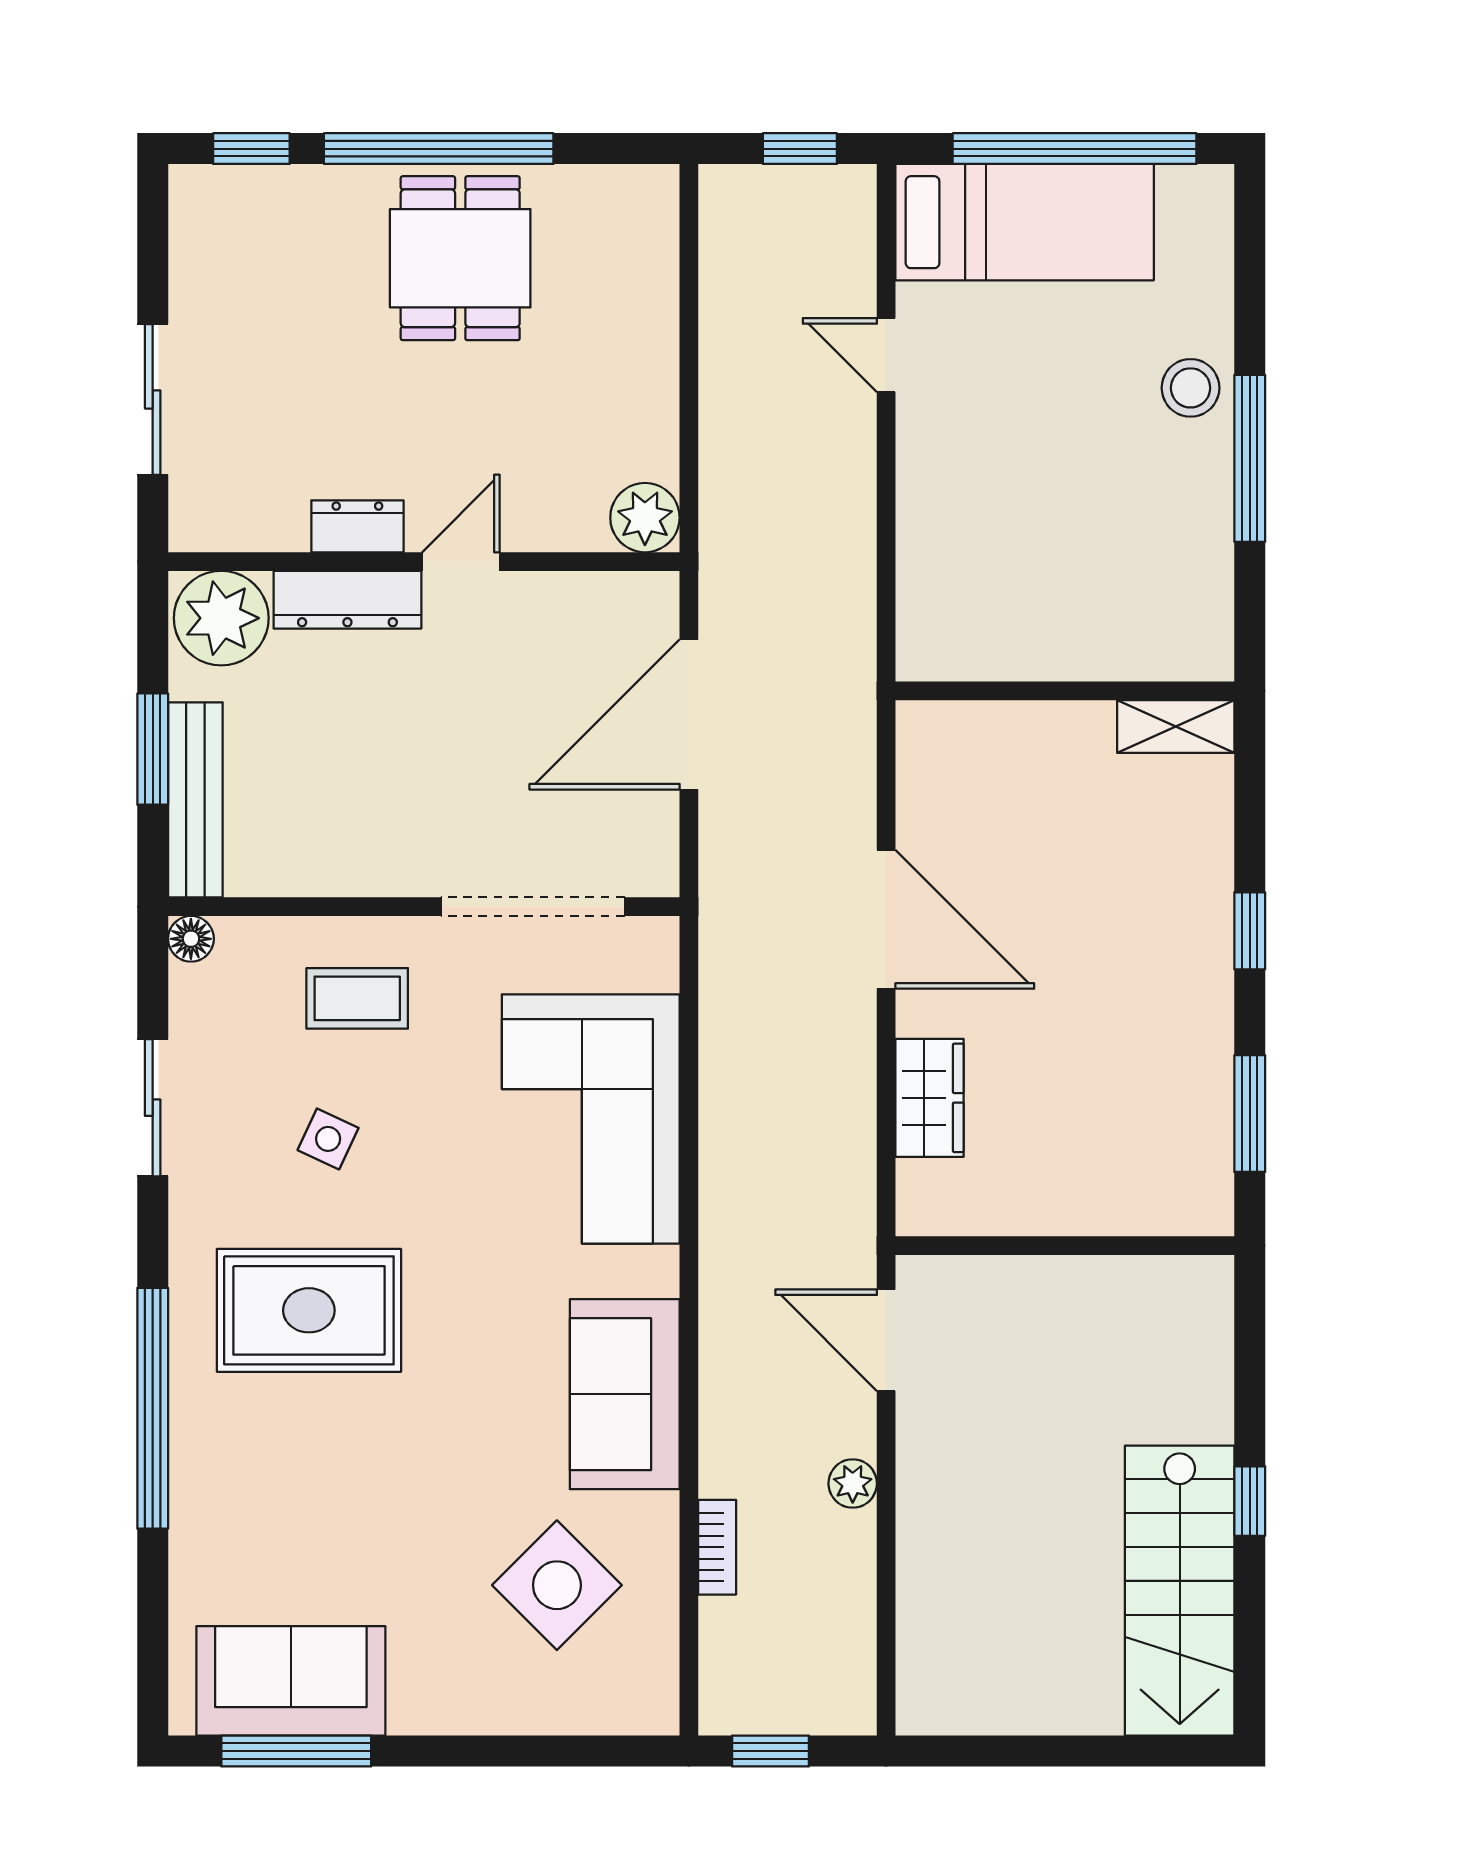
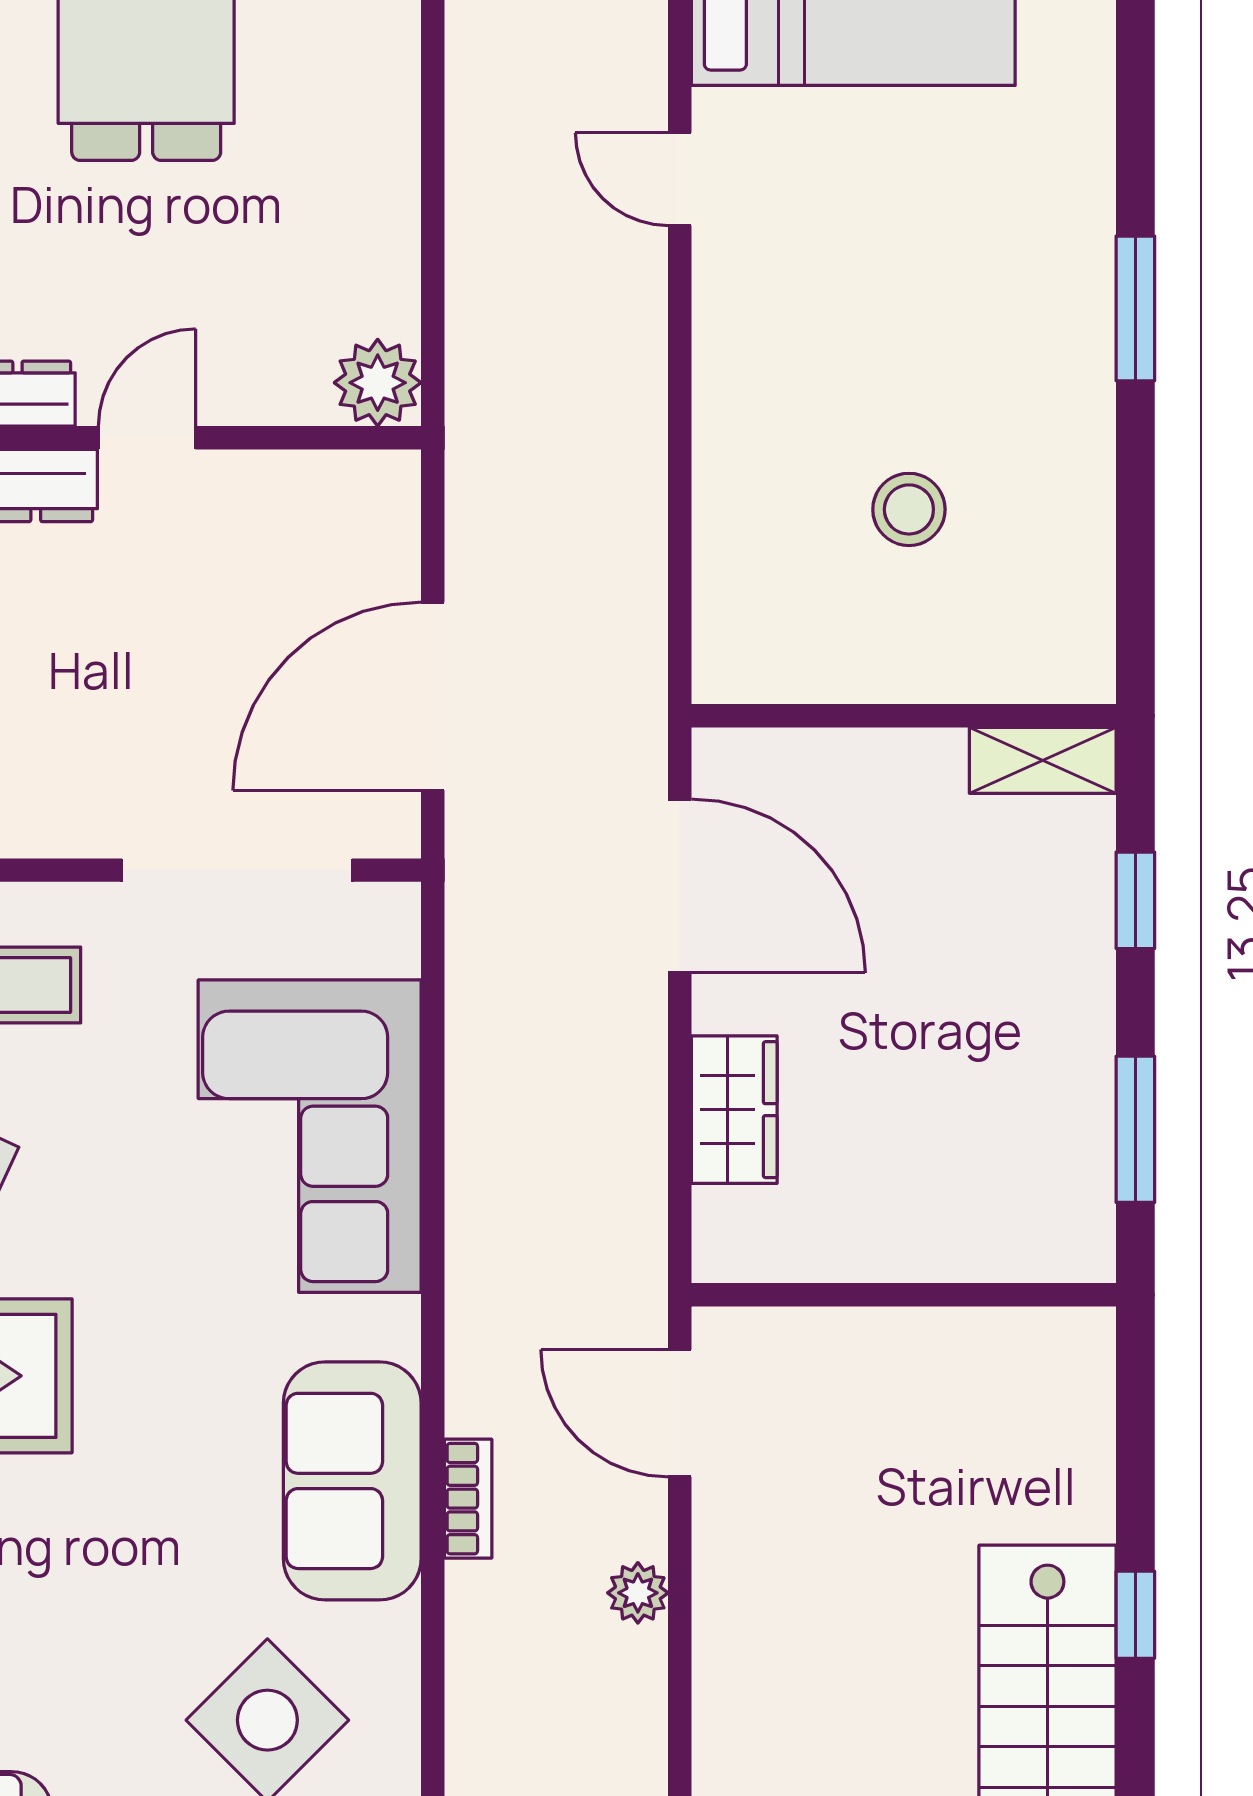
stool: (1191, 388) -> (909, 509), moved
window: (1250, 458) -> (1135, 308), width x0.69
wall: (1065, 691) -> (904, 716), moved
door: (689, 714) -> (433, 696), moved
shelving: (1176, 727) -> (1043, 760), moved
bookcase: (717, 1547) -> (468, 1499), moved

